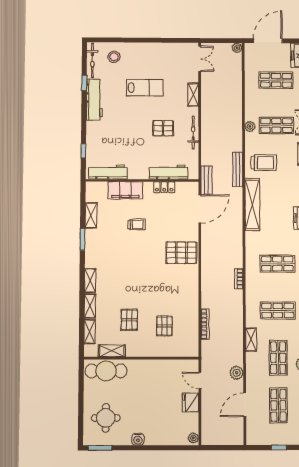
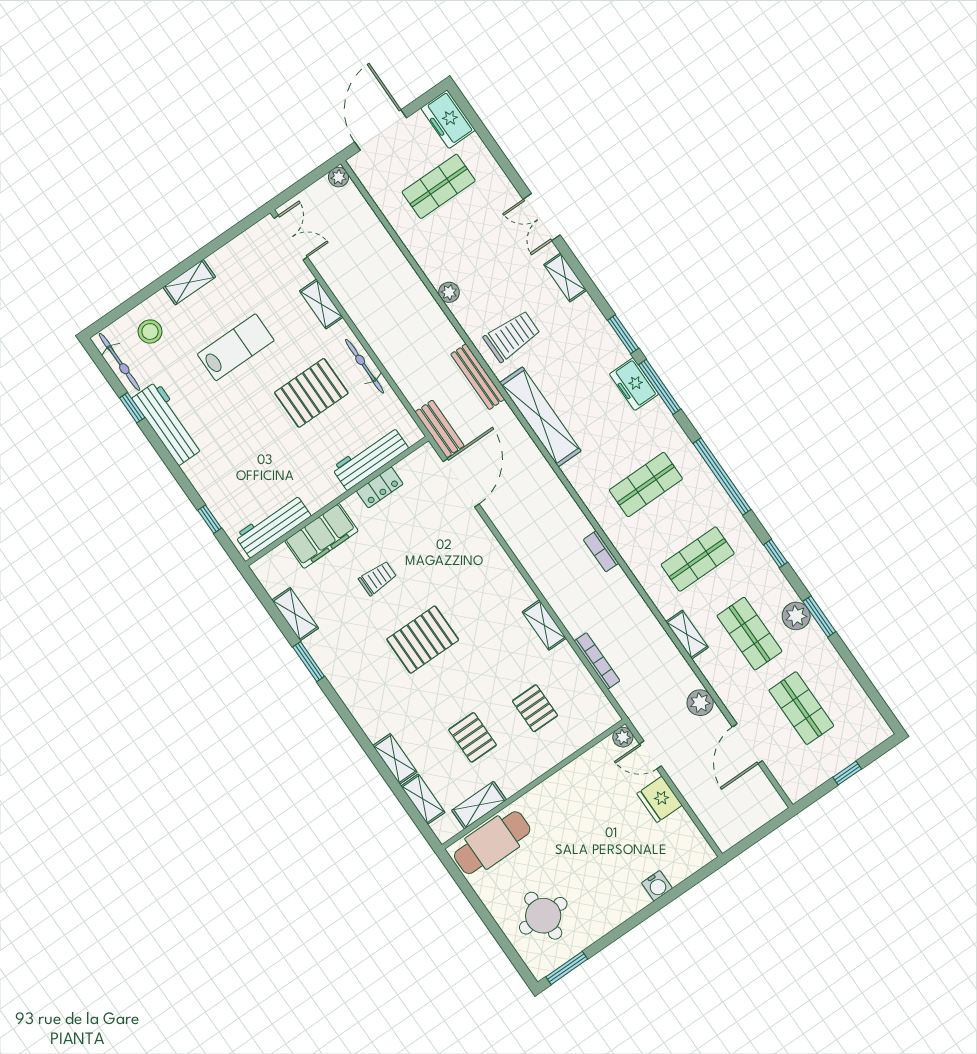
shelving: (145, 48) -> (189, 282), added
shop shelf: (276, 125) -> (490, 261), removed
pallet: (163, 128) -> (311, 393), width x1.50, depth x1.42
pallet: (181, 253) -> (423, 640), moved
shelving: (90, 281) -> (544, 625), moved
plant: (193, 438) -> (623, 737), moved
water cooler: (138, 439) -> (657, 886), moved

